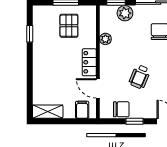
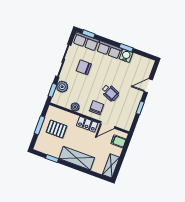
shelving: (42, 65) -> (77, 158), added
chair: (121, 109) -> (96, 108), moved

